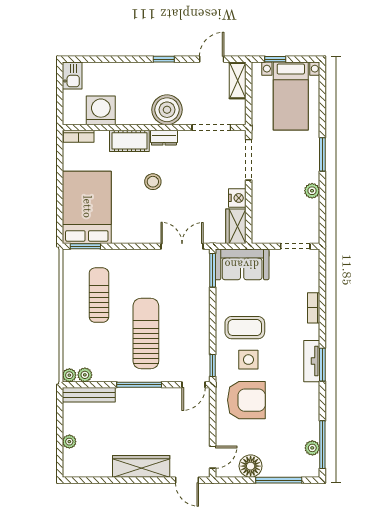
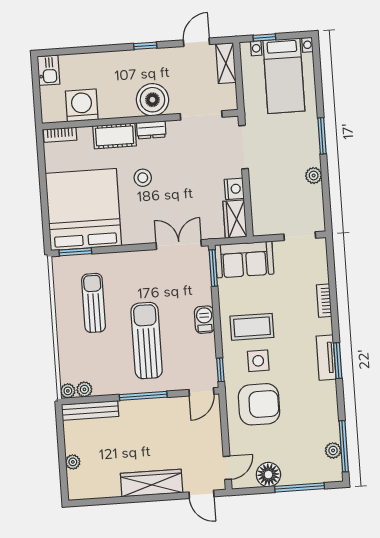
bed: (87, 207) -> (83, 209), width x1.36
barbecue: (201, 318) -> (204, 320), added

